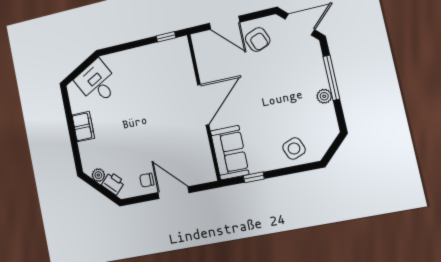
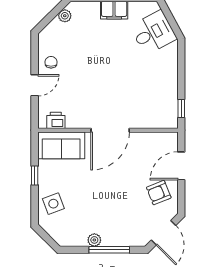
door: (203, 105) -> (110, 130), hinge flipped
window: (254, 177) -> (35, 175), moved
printer: (113, 183) -> (56, 120), moved, turned -135
door: (173, 193) -> (35, 85), width x0.73

